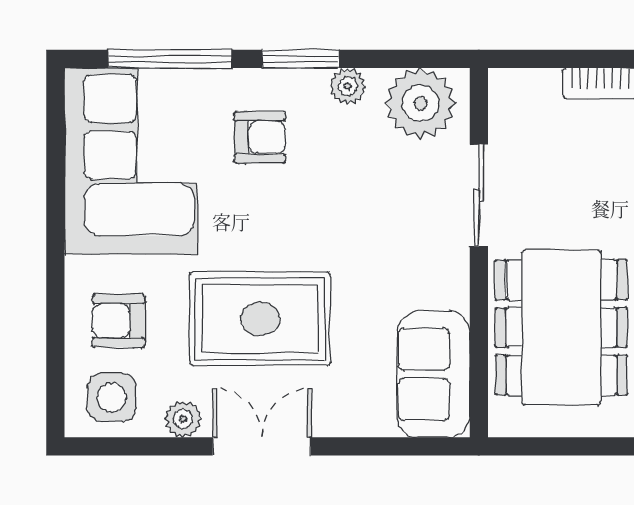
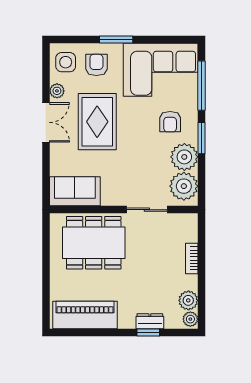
plant: (348, 86) -> (184, 157), width x1.88, depth x1.88
window: (55, 271) -> (116, 40), added

